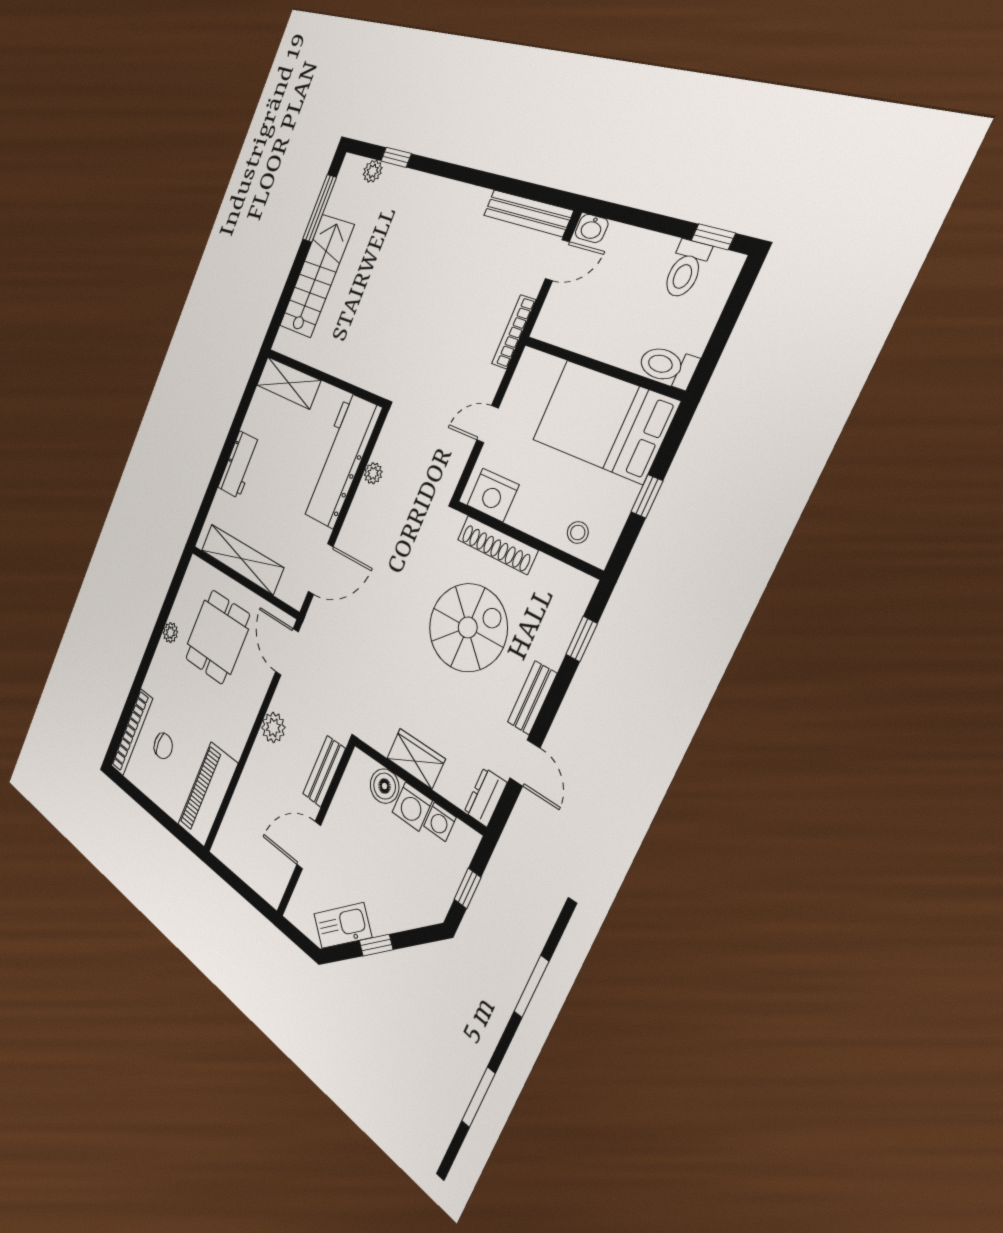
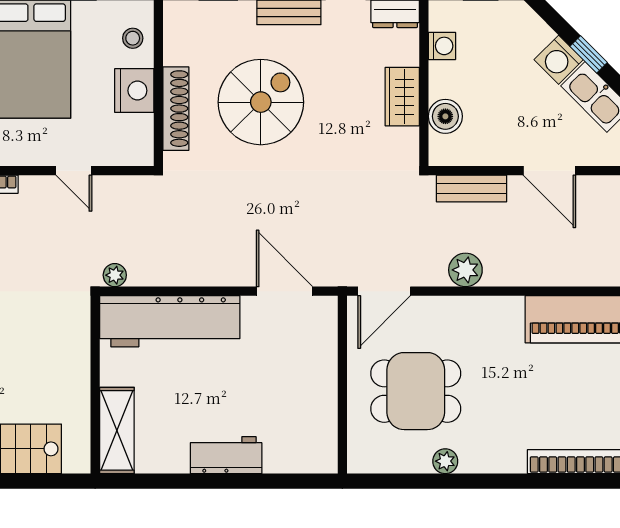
plant: (373, 473) -> (115, 275), moved
nightstand: (493, 495) -> (134, 91), moved
shelving: (242, 559) -> (321, 400), removed
spiral stairs: (468, 627) -> (261, 102), turned 90
chair: (163, 746) -> (568, 407), removed
washing machine: (412, 806) -> (559, 60), moved, turned 135

